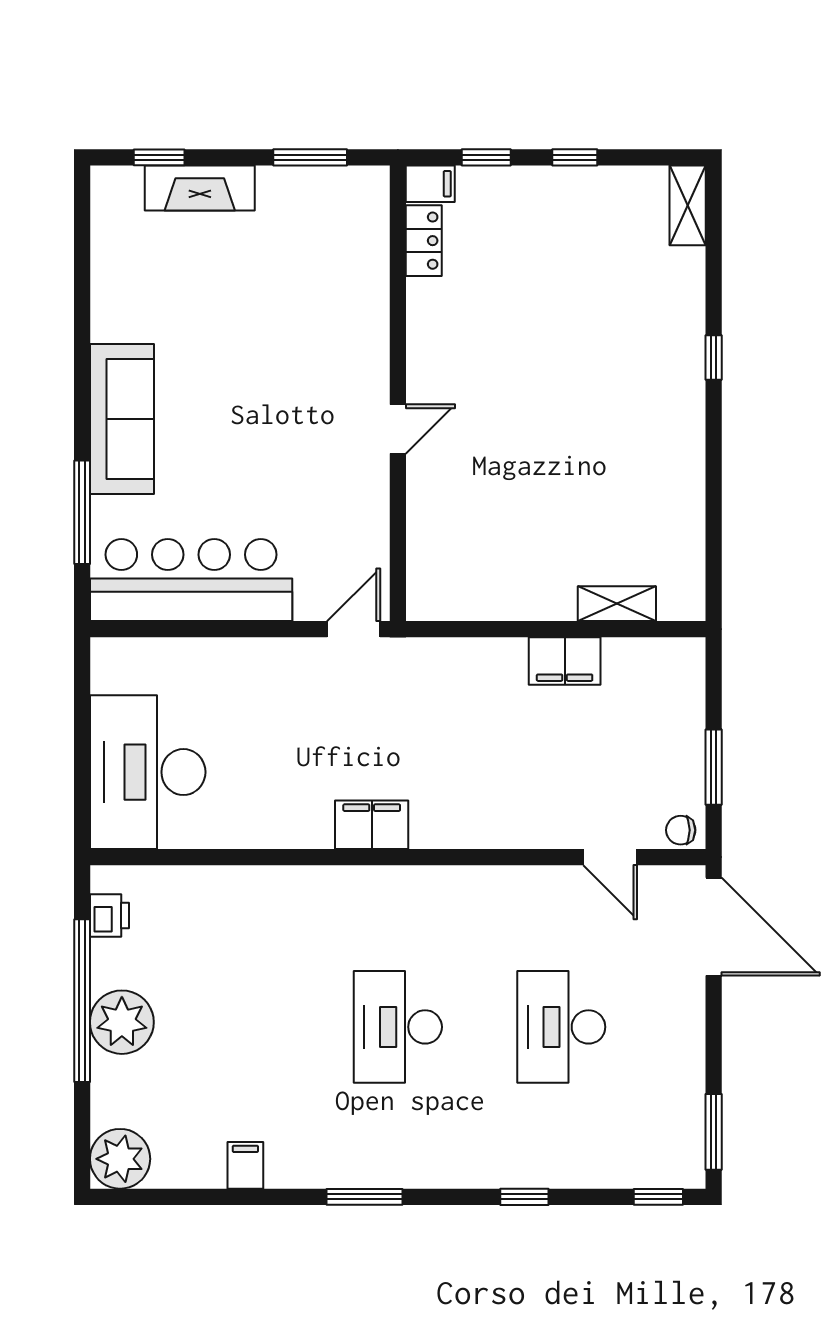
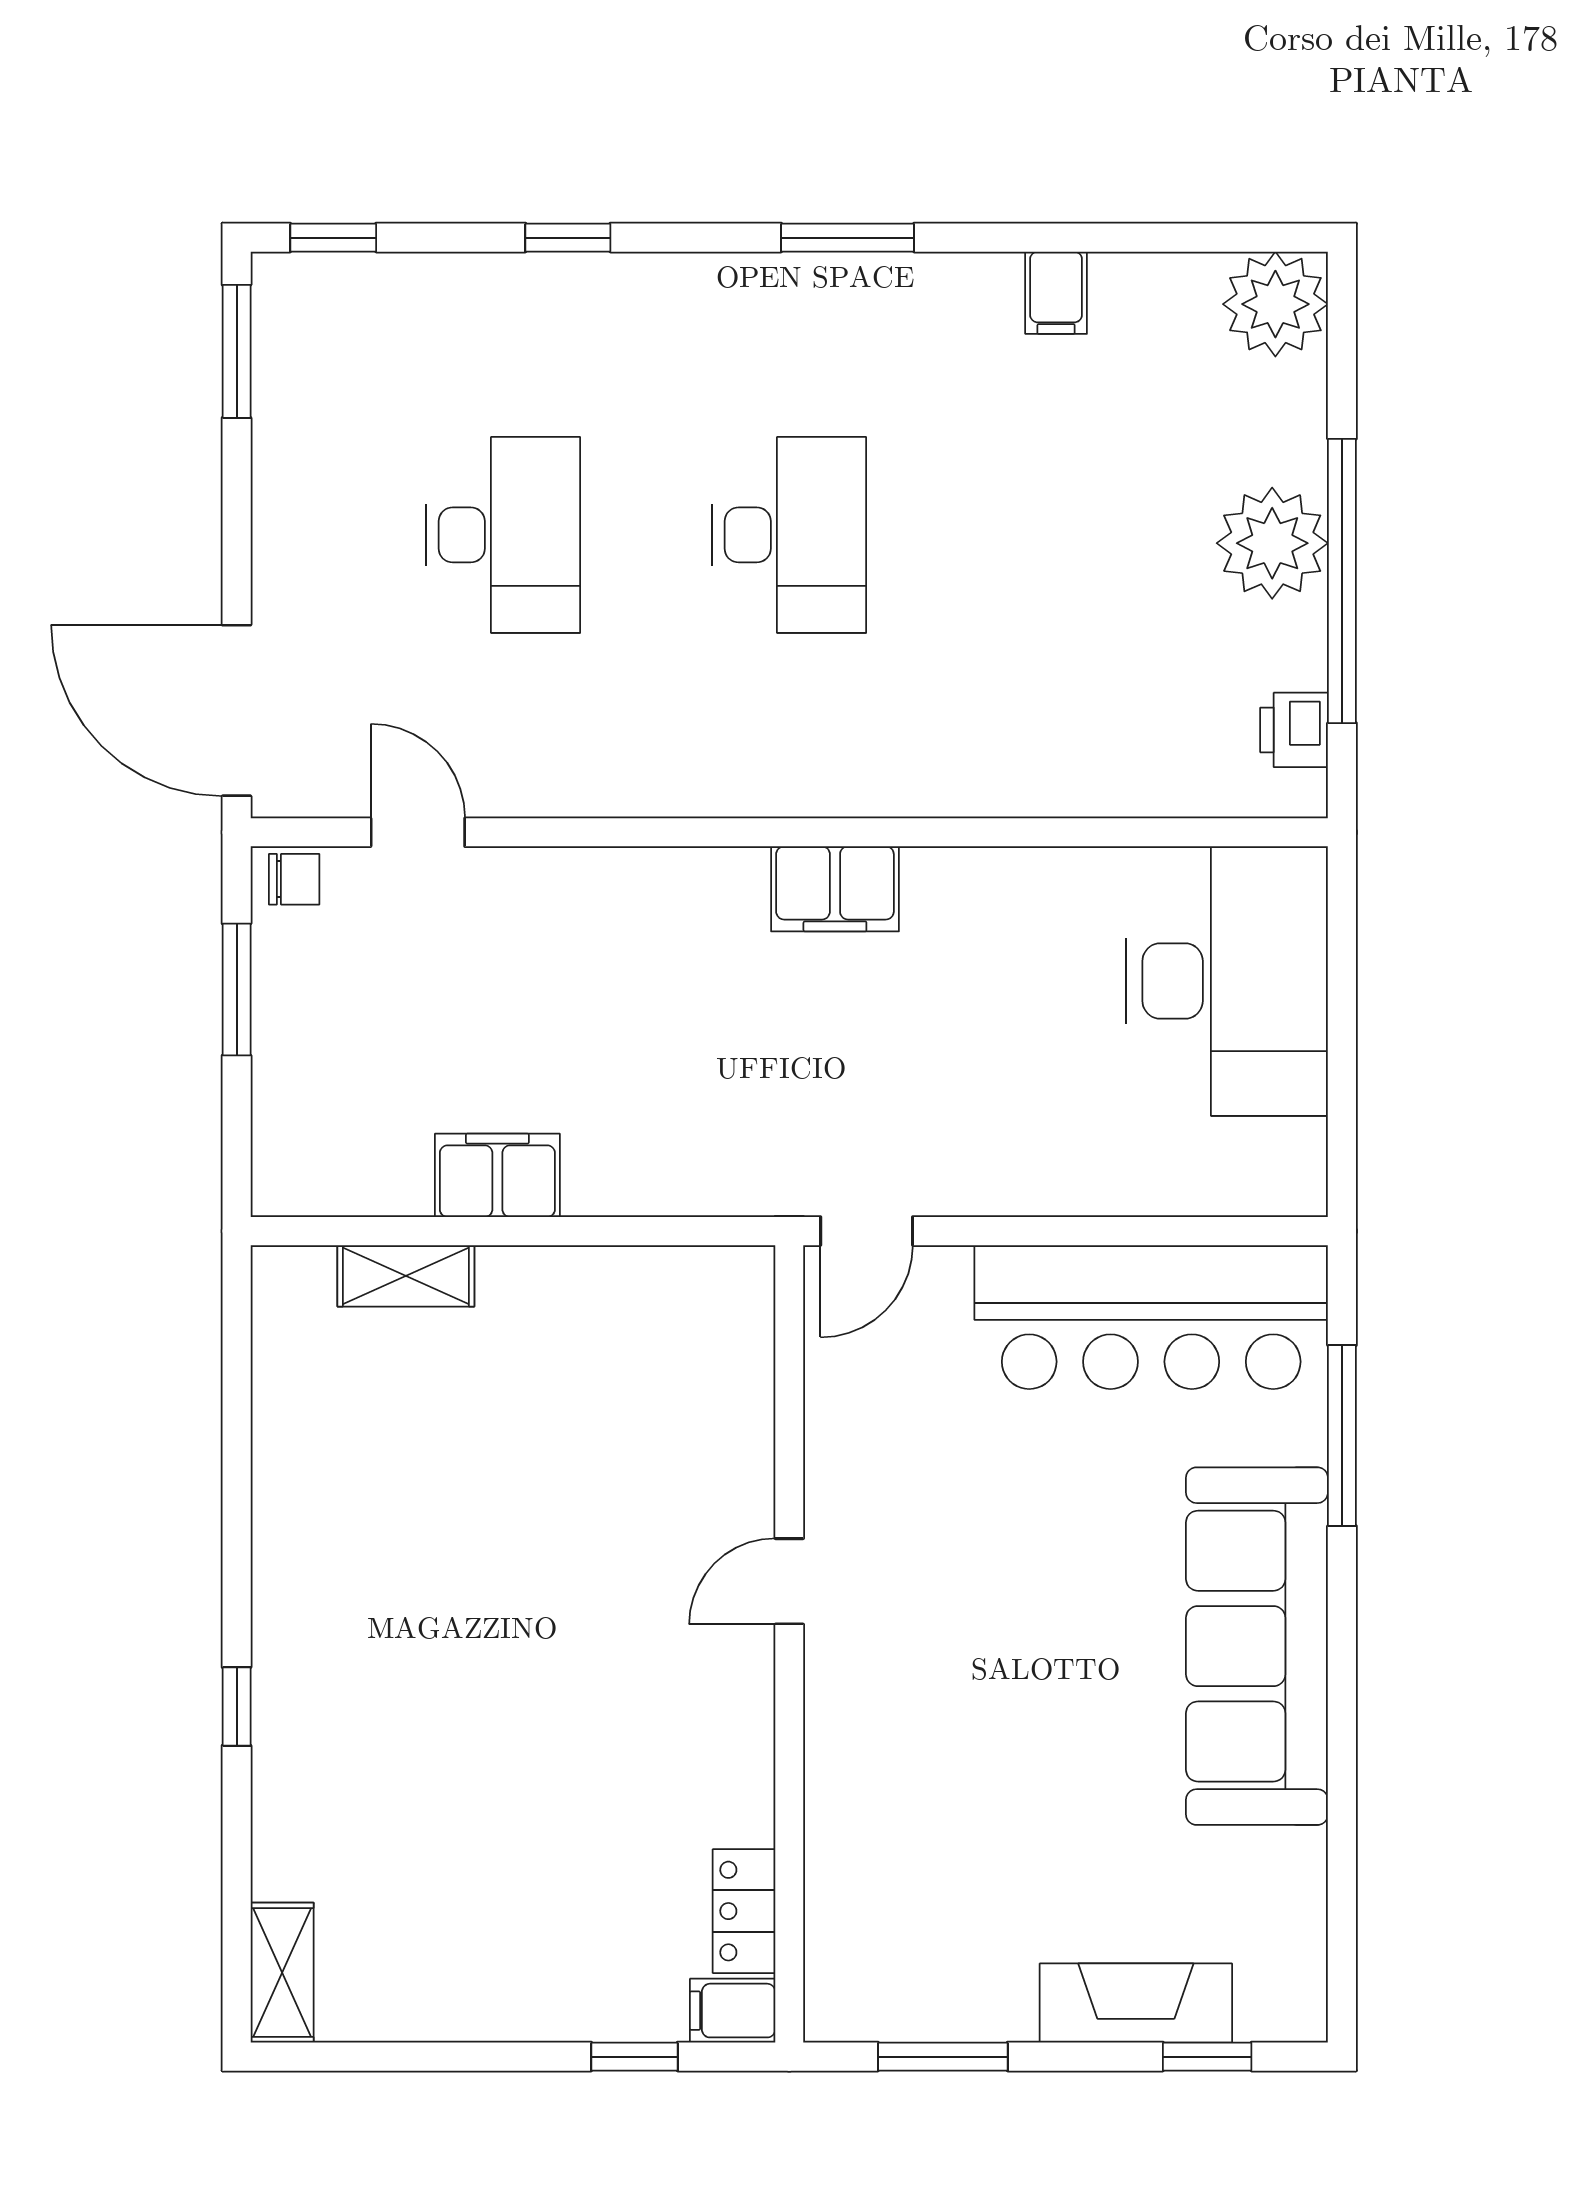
window: (575, 157) -> (480, 2057), removed
sofa: (122, 419) -> (1257, 1646), width x1.36, depth x1.27

